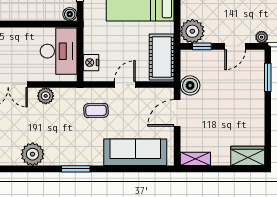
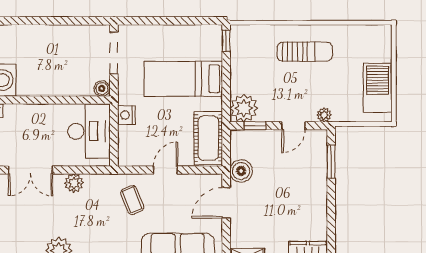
nightstand: (91, 63) -> (126, 115), moved
coffee table: (96, 111) -> (132, 200), turned 70

